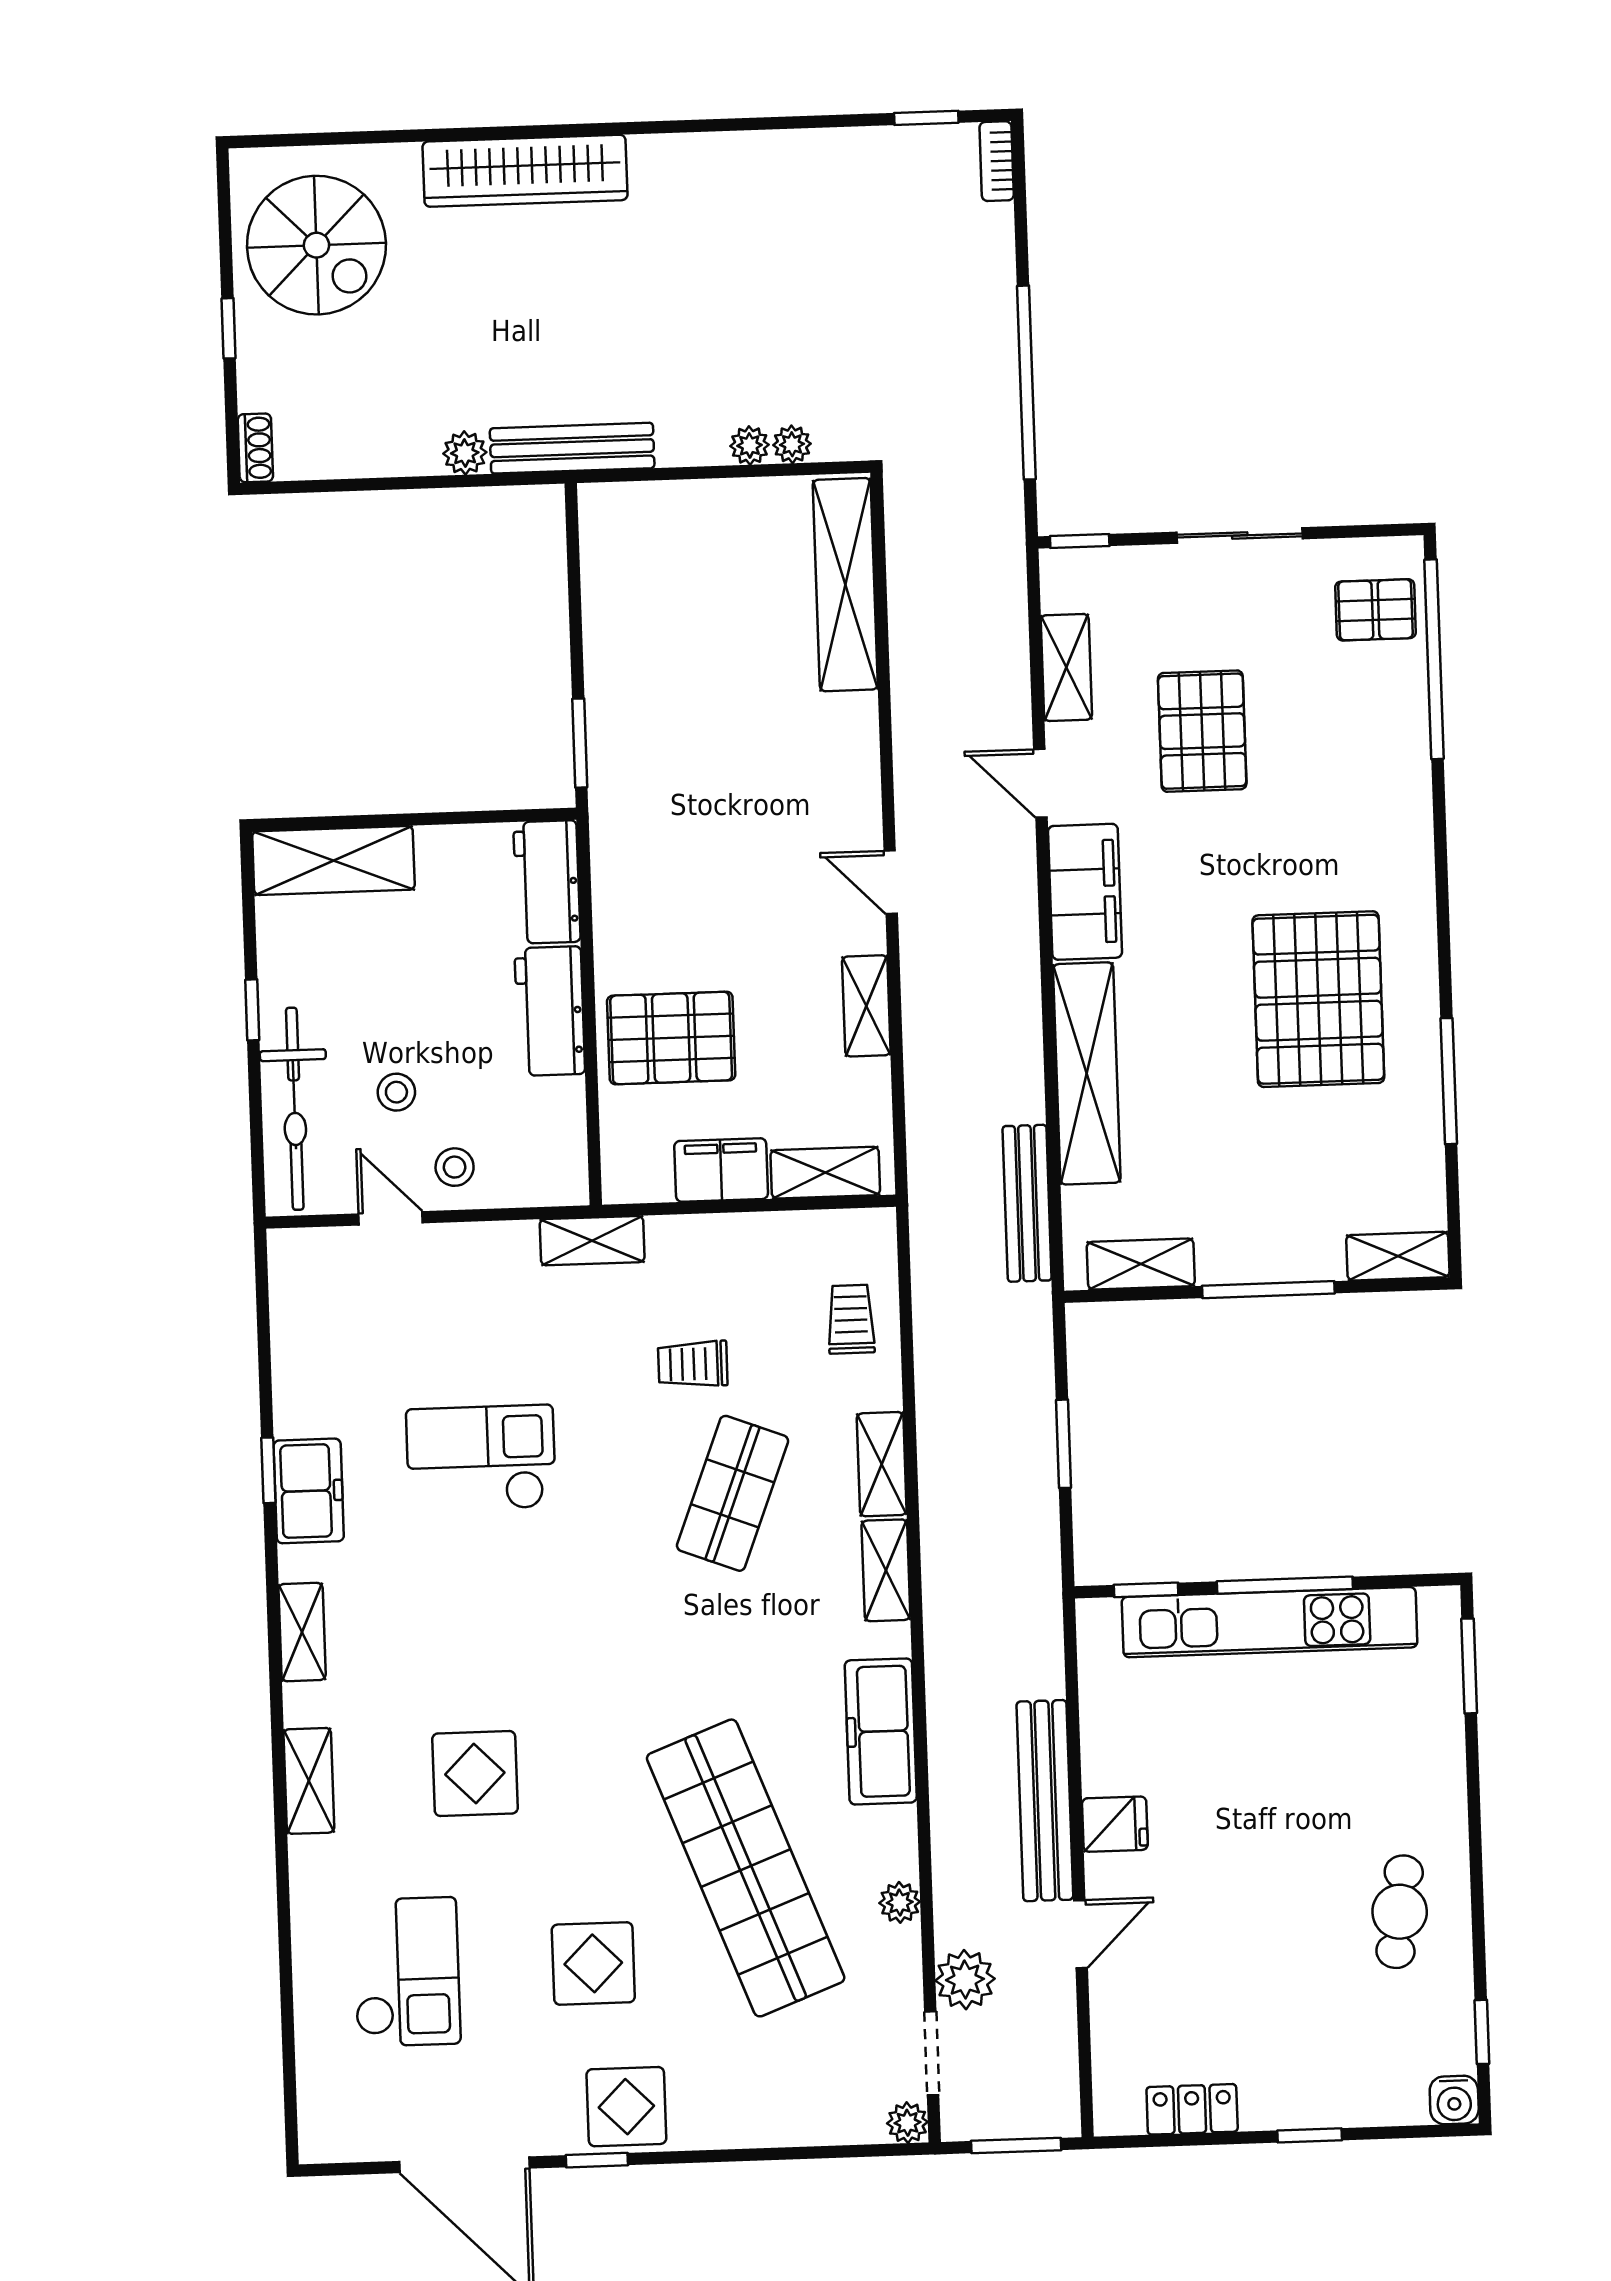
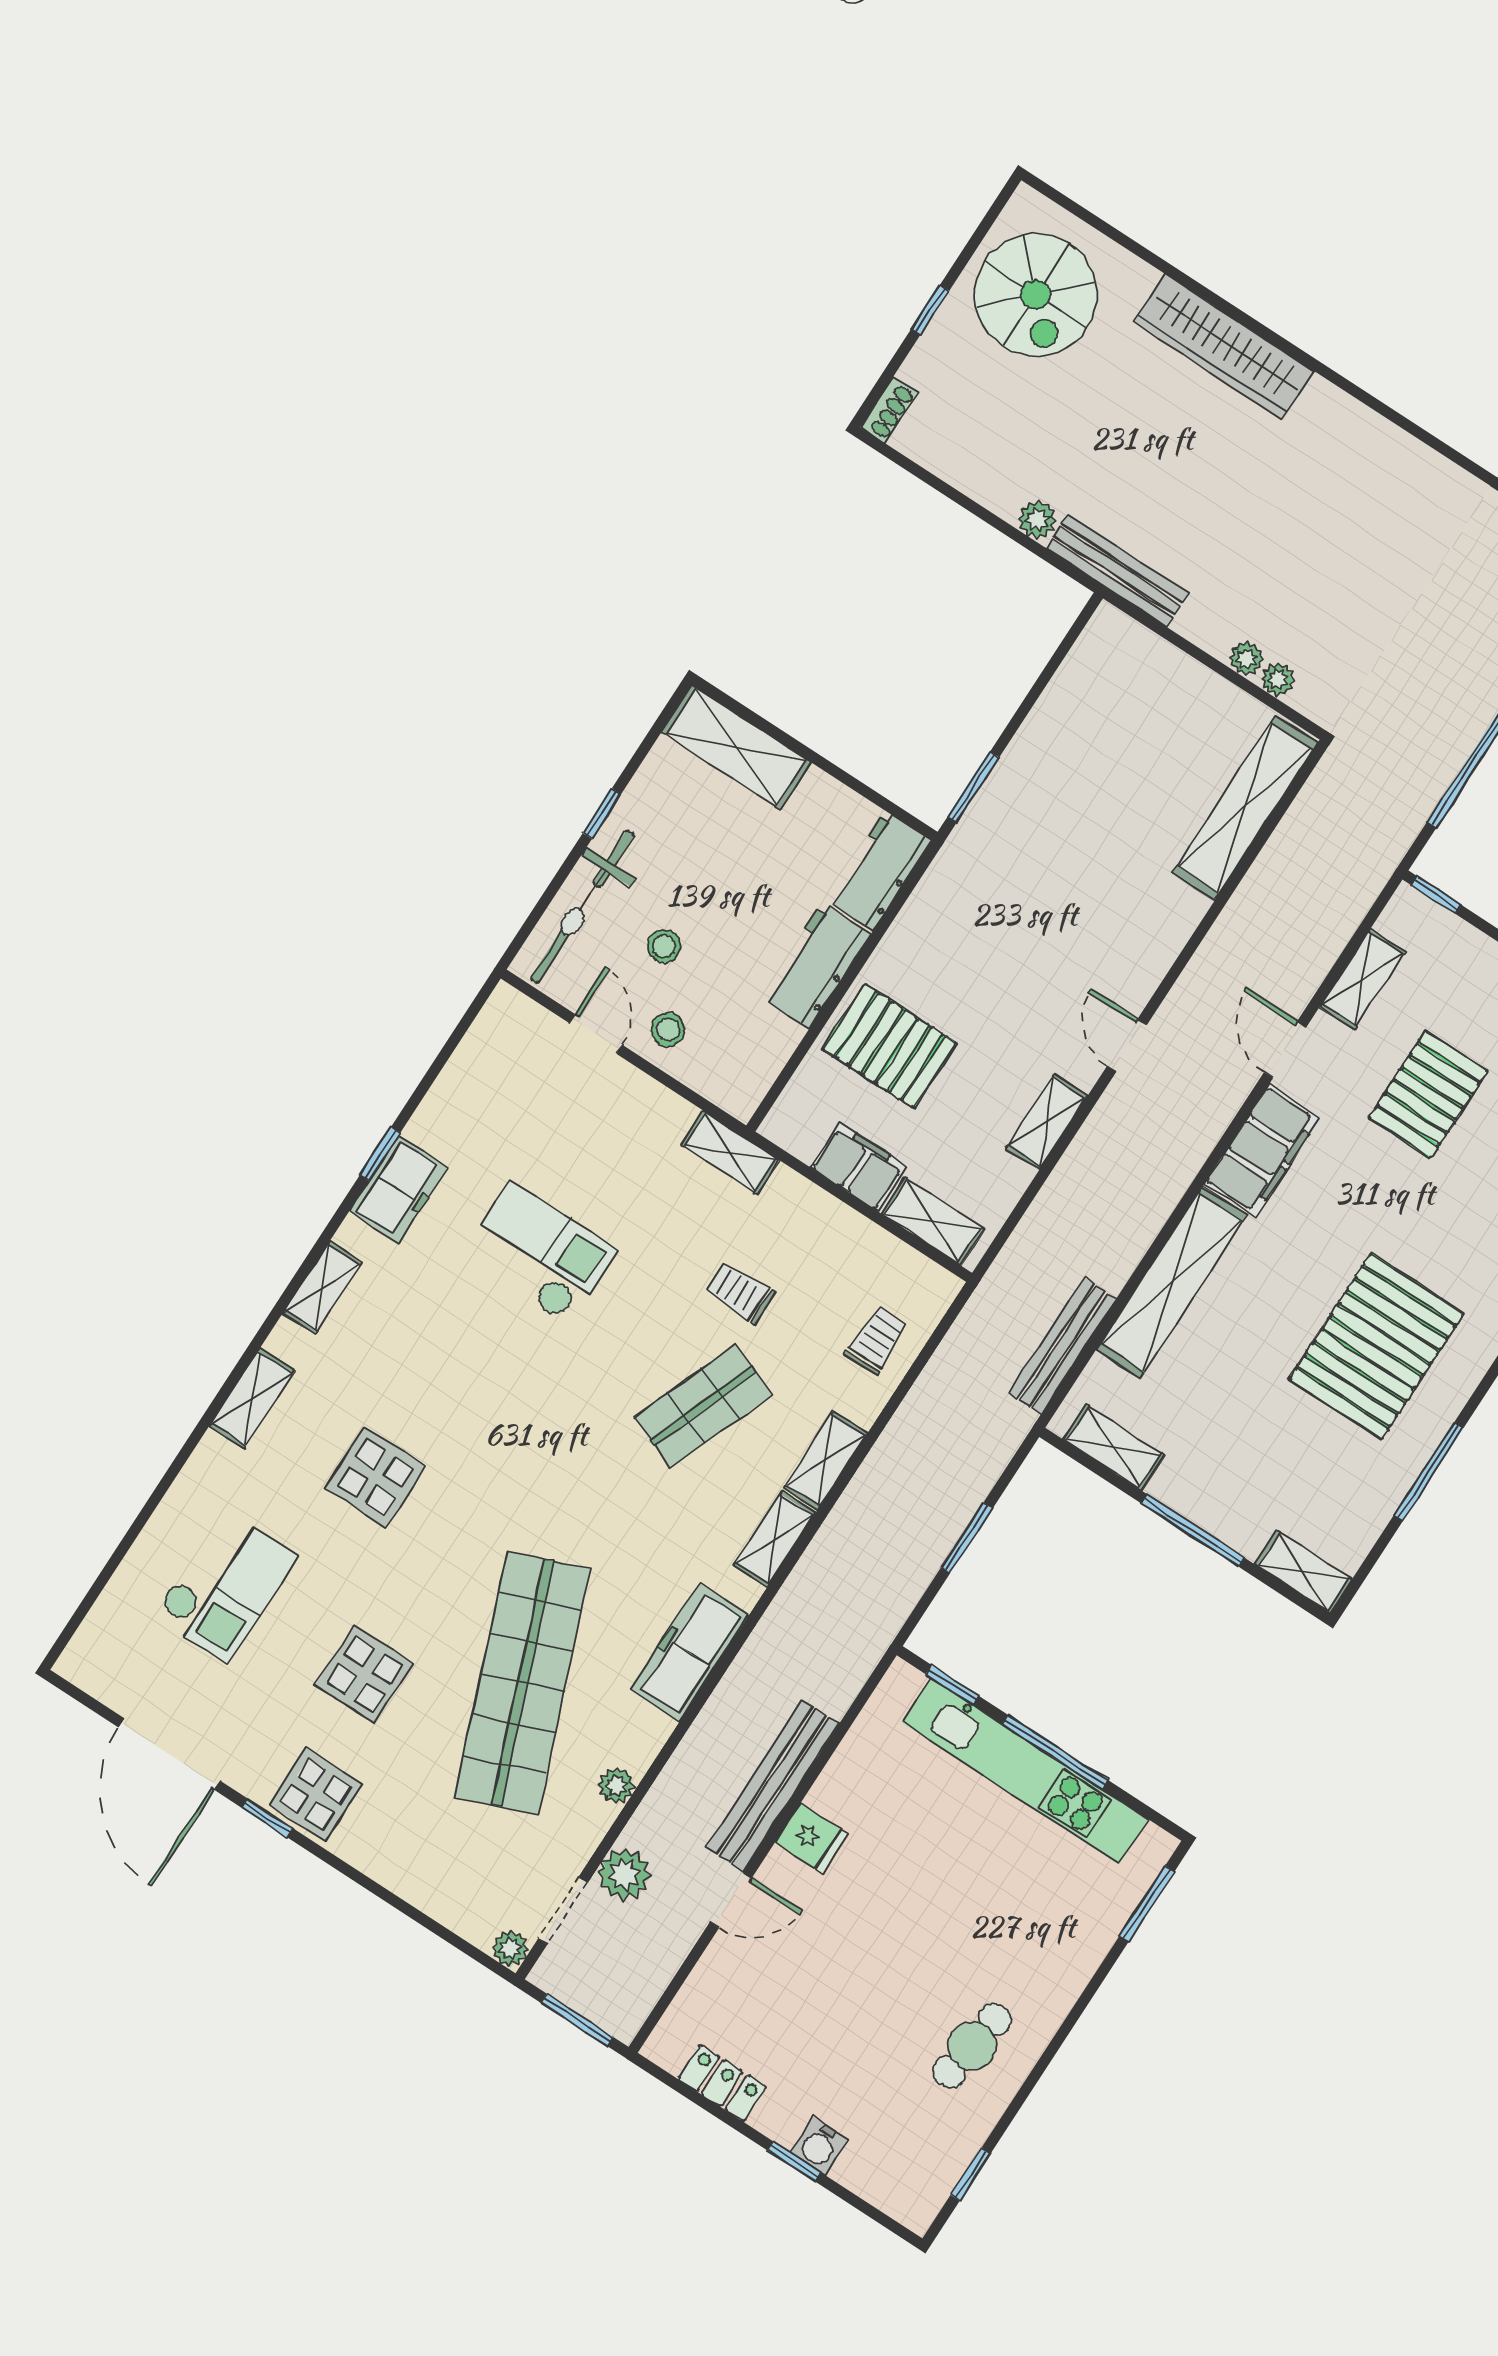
water cooler: (1454, 2100) -> (819, 2146), moved

